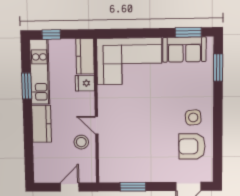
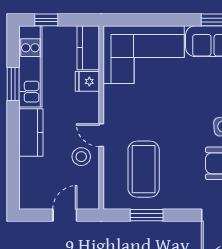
coffee table: (130, 151) -> (144, 169), added

